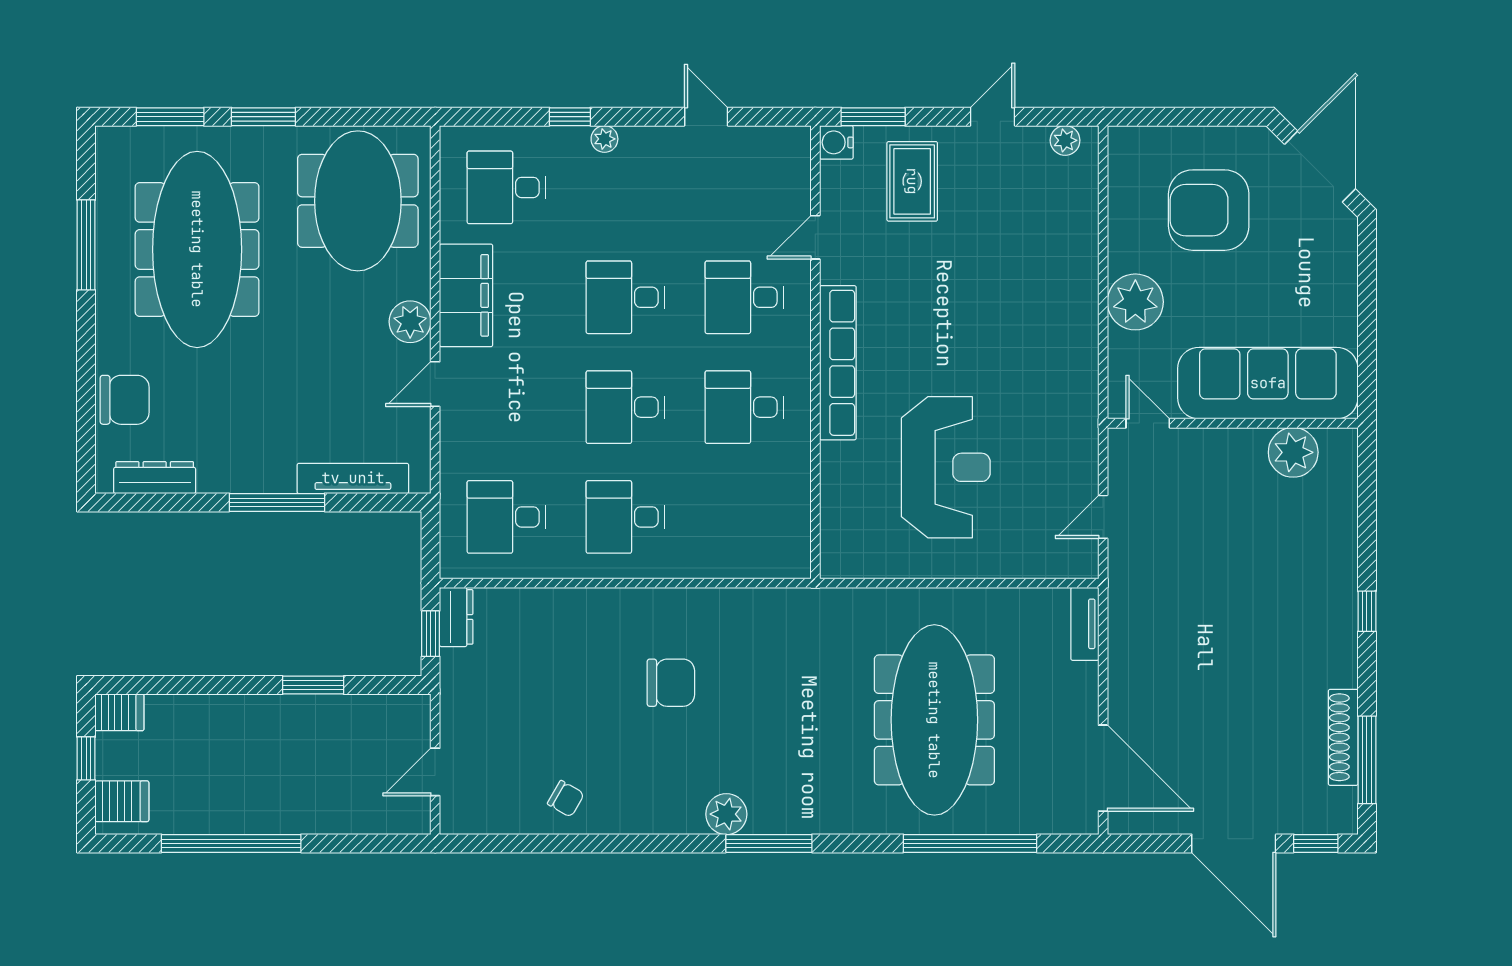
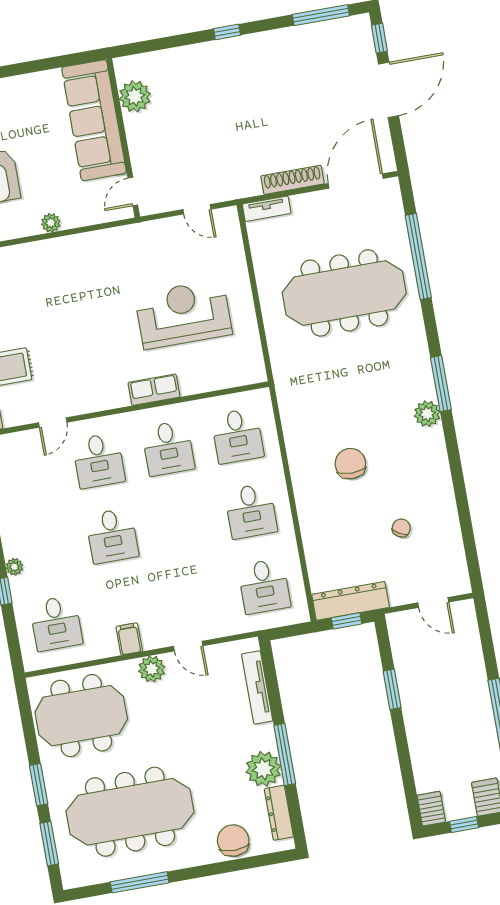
door: (815, 237) -> (53, 422), hinge flipped
filing cabinet: (466, 295) -> (129, 639), width x0.33, depth x0.86
plant: (1135, 302) -> (51, 223), width x0.53, depth x0.53
row of seats: (838, 363) -> (154, 390), width x0.50
desk: (625, 407) -> (237, 436), moved
plant: (226, 466) -> (263, 769), added
window: (277, 502) -> (285, 755), moved
dresser: (456, 617) -> (351, 601), width x1.96, depth x1.24
shoe rack: (1343, 737) -> (293, 180), moved, turned 180
chair: (566, 799) -> (401, 528), moved

